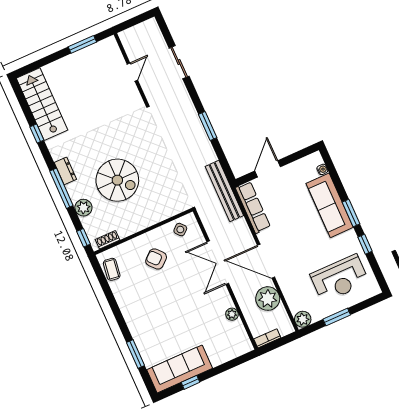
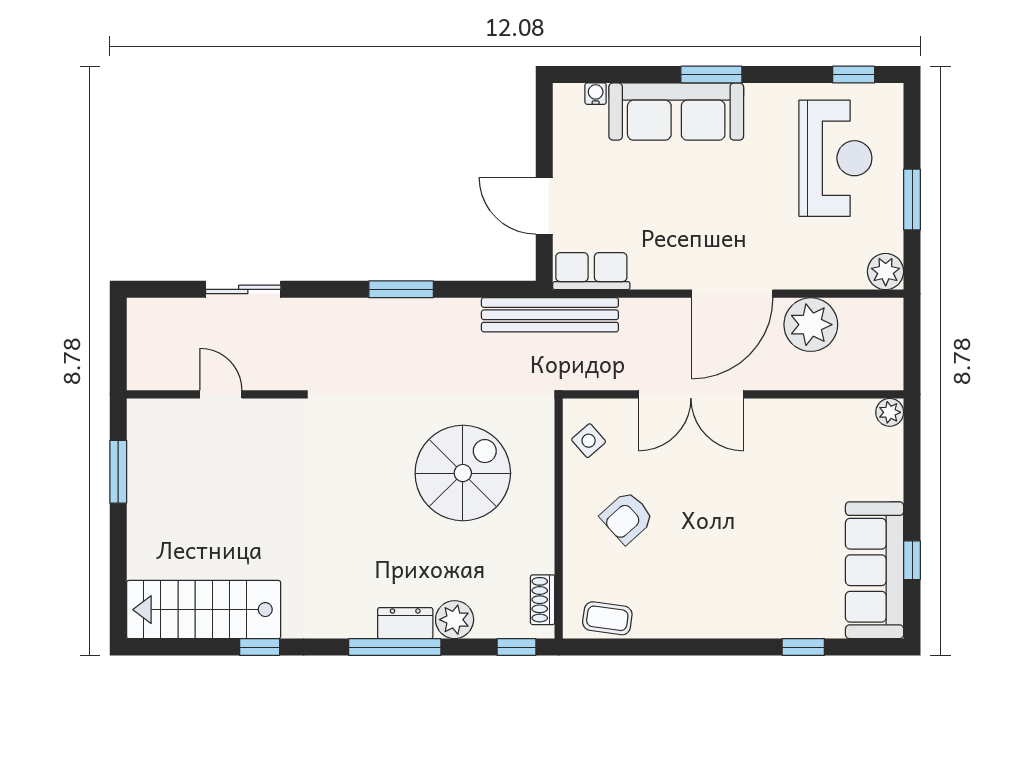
dresser: (65, 171) -> (405, 623), moved
spiral stairs: (117, 180) -> (463, 473), moved
row of seats: (253, 207) -> (591, 271), width x0.68
window: (365, 244) -> (854, 75), moved
plant: (232, 314) -> (890, 412), moved
bookcase: (267, 338) -> (892, 362), removed
window: (136, 354) -> (803, 647), width x0.67

